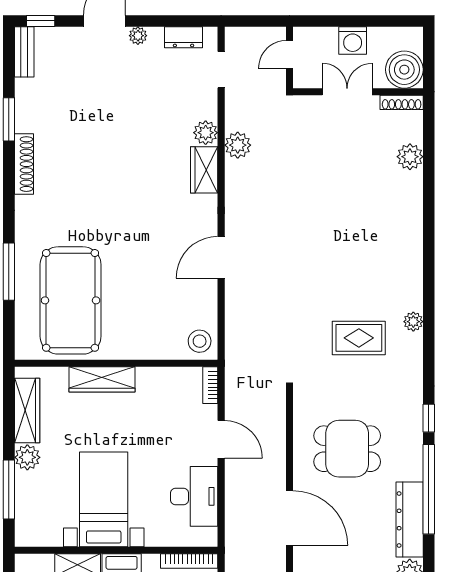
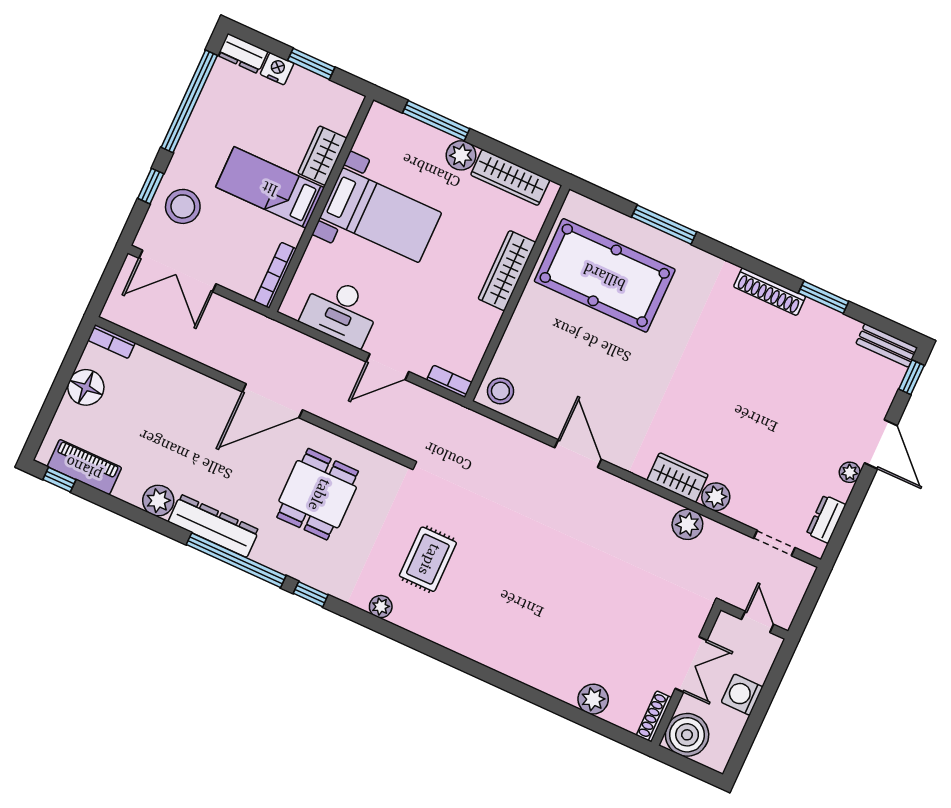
plant: (413, 322) -> (381, 607), moved

